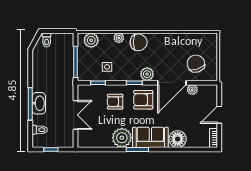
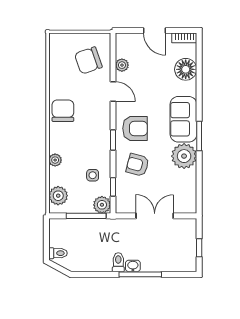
chair: (139, 42) -> (63, 111), moved
plant: (147, 74) -> (102, 205), moved
door: (172, 83) -> (113, 91), width x0.53
armchair: (143, 100) -> (135, 128), turned -90
armchair: (115, 102) -> (138, 165), turned 105
washbasin: (39, 103) -> (133, 266), width x0.52, depth x0.69
toilet: (40, 130) -> (118, 262), moved
floor lamp: (178, 139) -> (186, 69), moved

